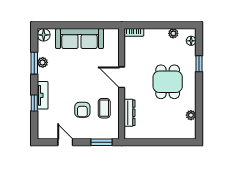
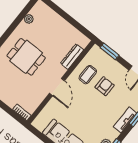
dining table: (168, 82) -> (26, 57), turned 90

